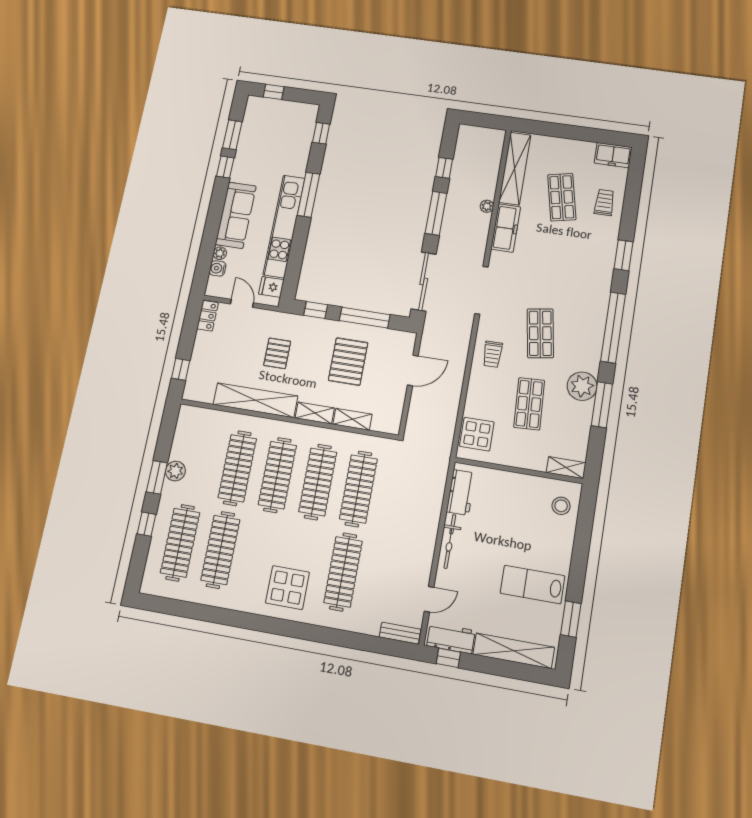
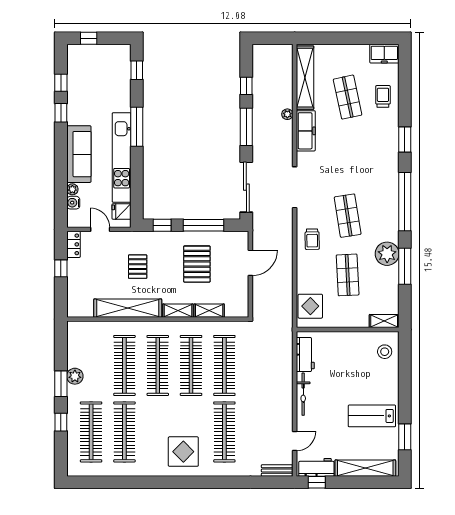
window: (232, 135) -> (61, 83), width x0.67
window: (181, 369) -> (61, 268), moved

